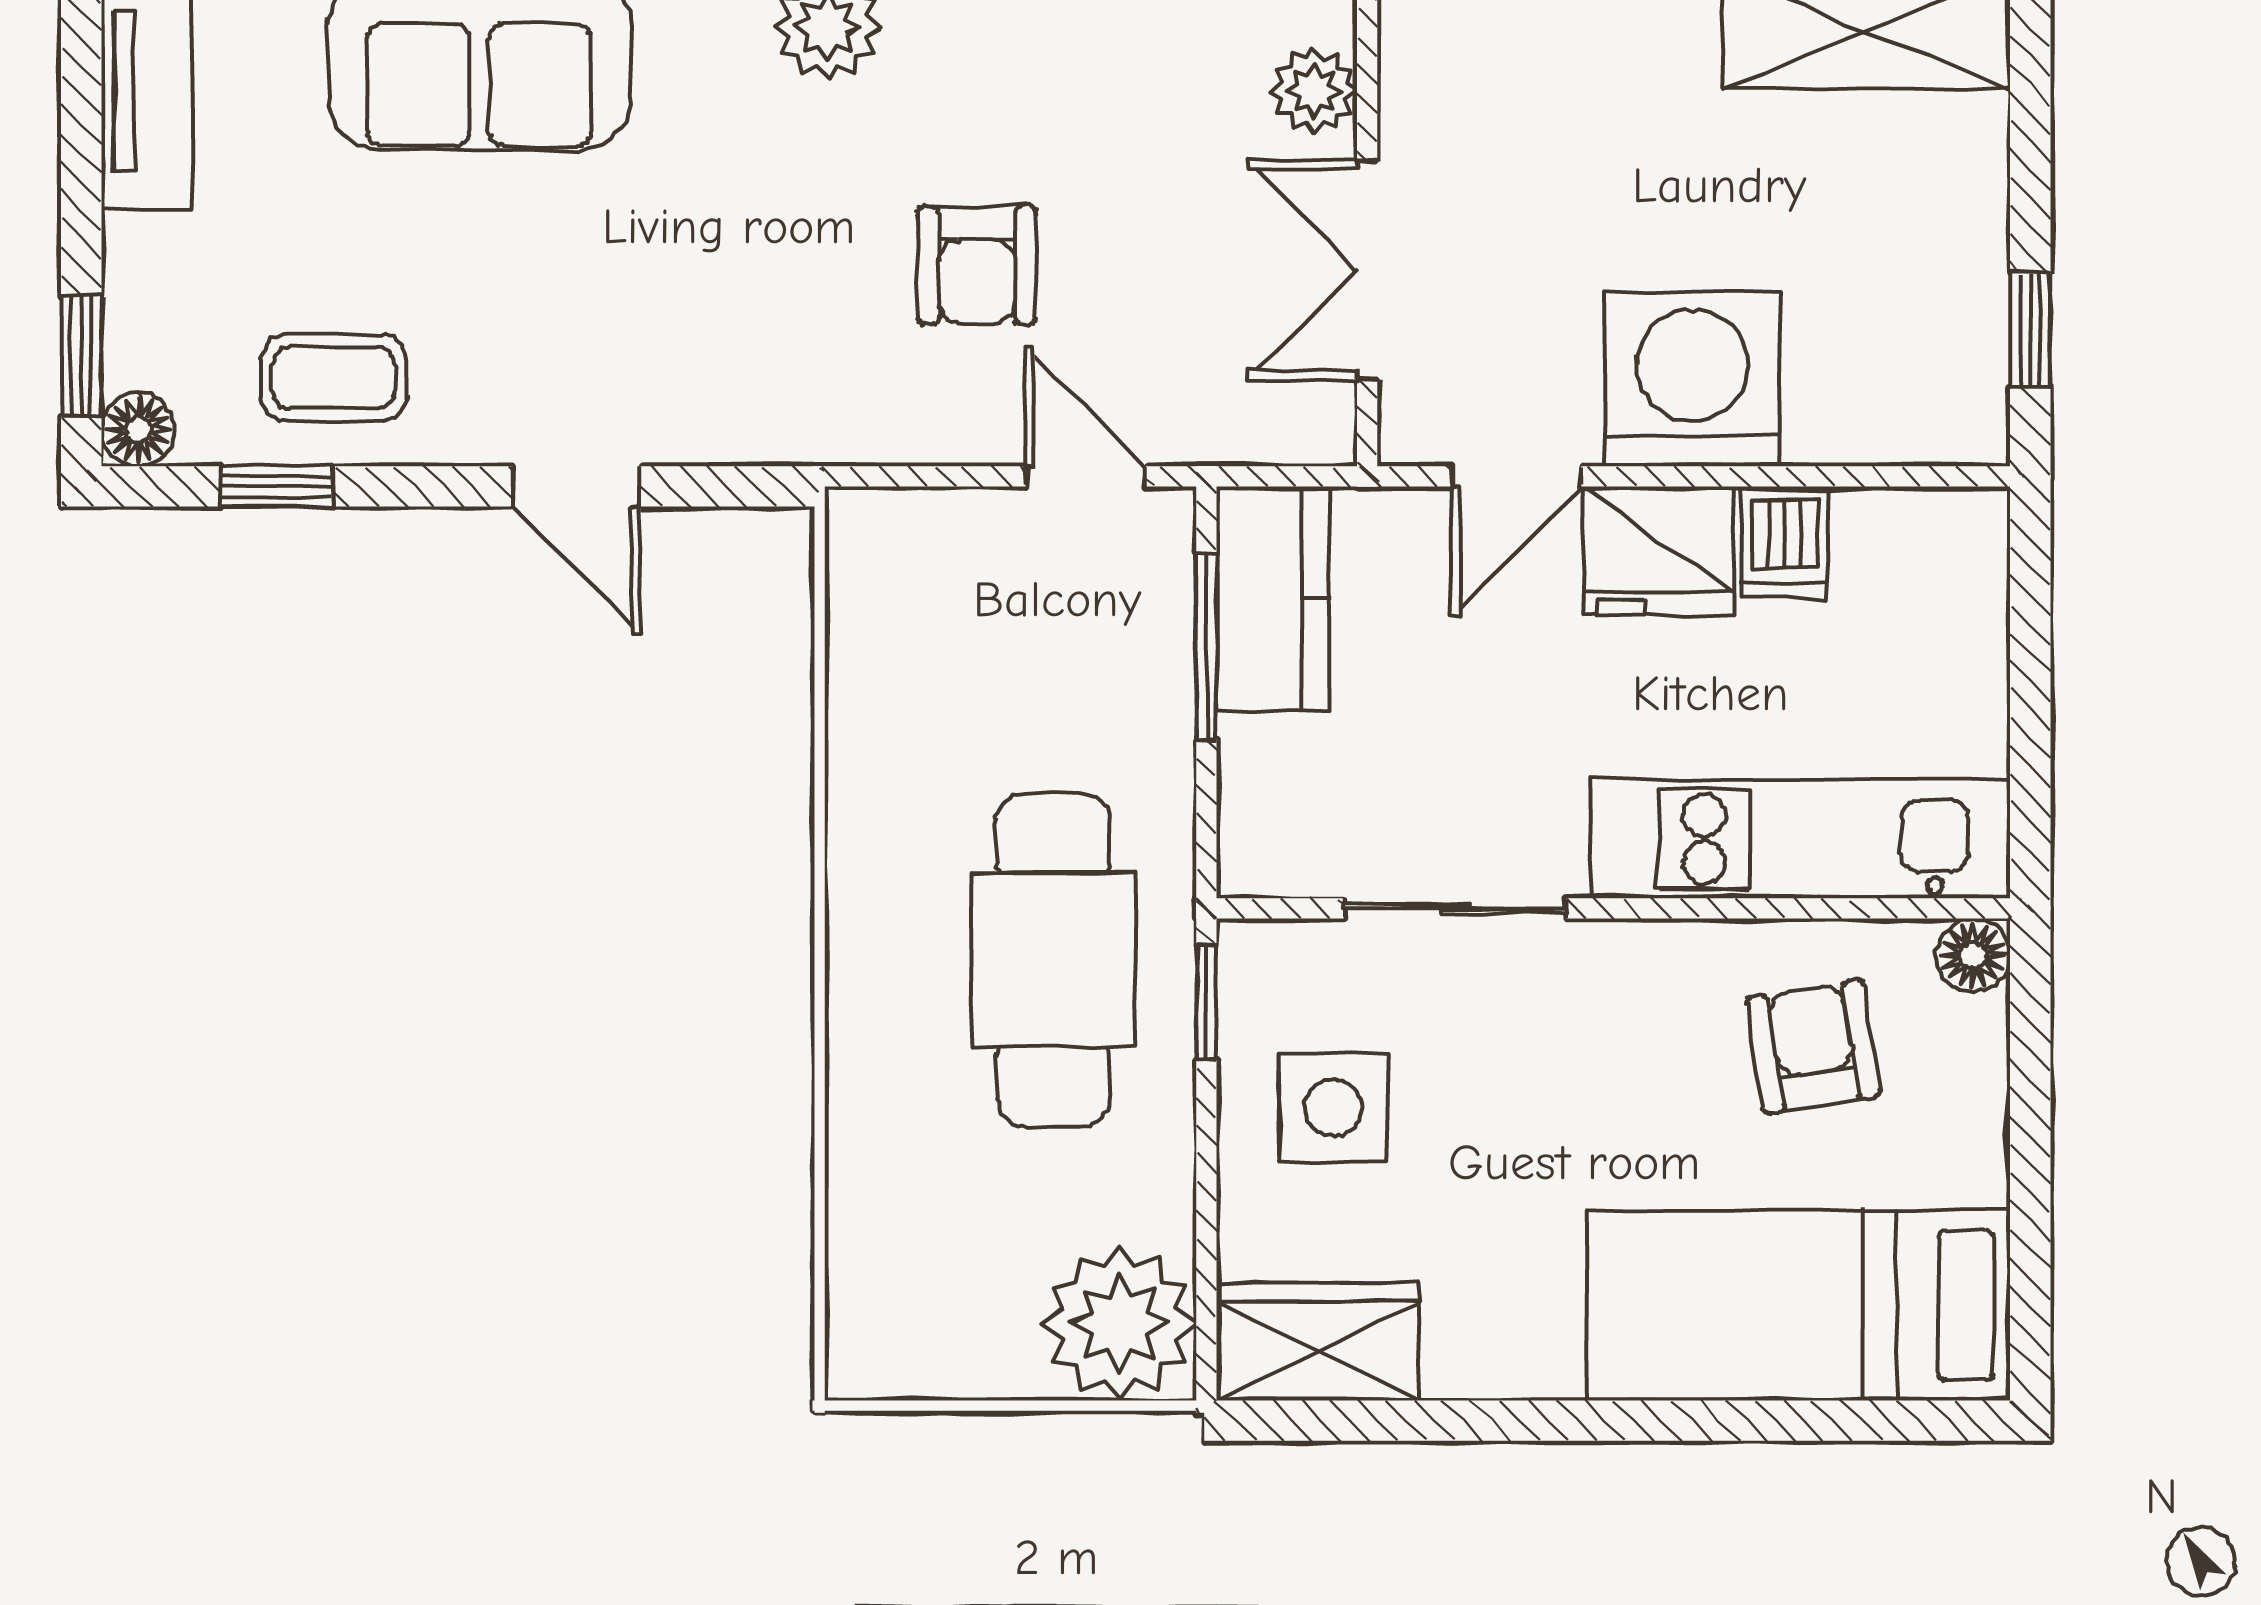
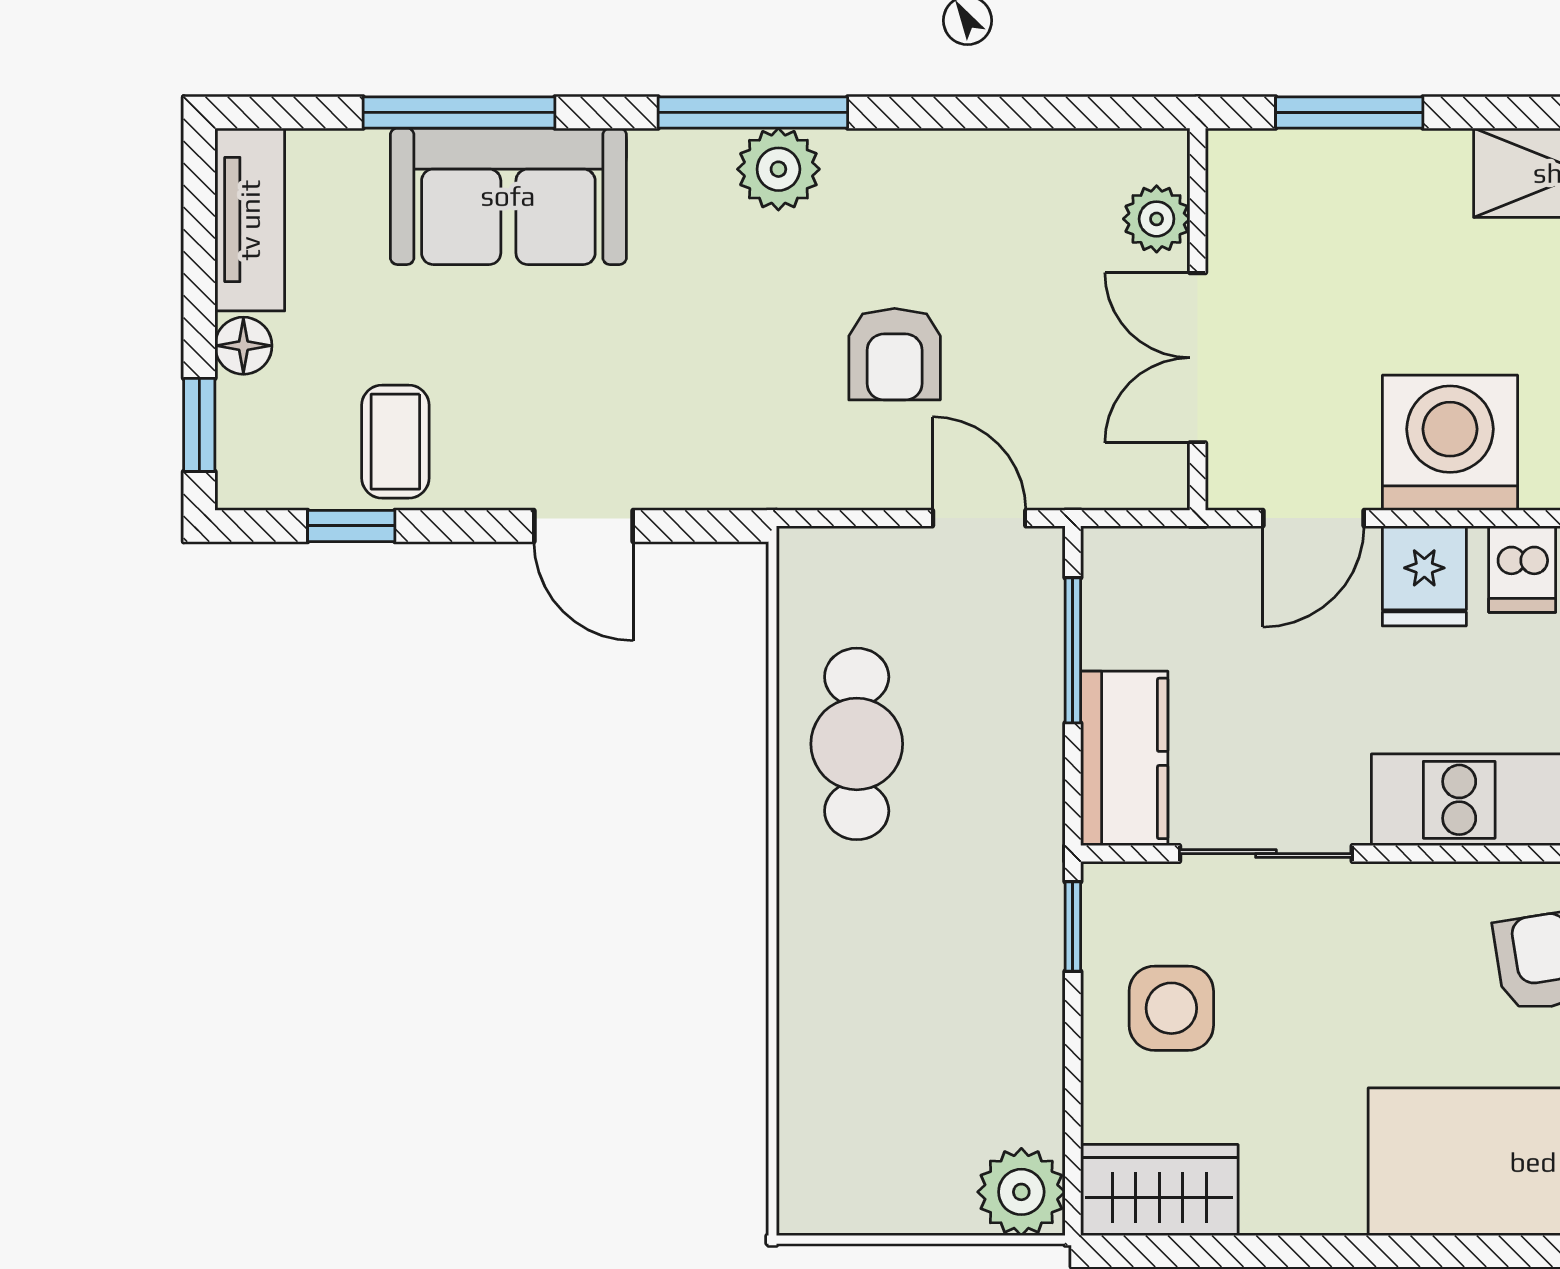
coffee table: (334, 378) -> (395, 442), turned 90
floor lamp: (138, 430) -> (243, 346), moved
fridge: (1659, 551) -> (1424, 576), width x0.72
kitchen counter: (1273, 599) -> (1124, 758), moved
cafe table: (1053, 960) -> (857, 744), moved, width x0.73, depth x0.74
plant: (1120, 1324) -> (1021, 1192), width x0.73, depth x0.73

